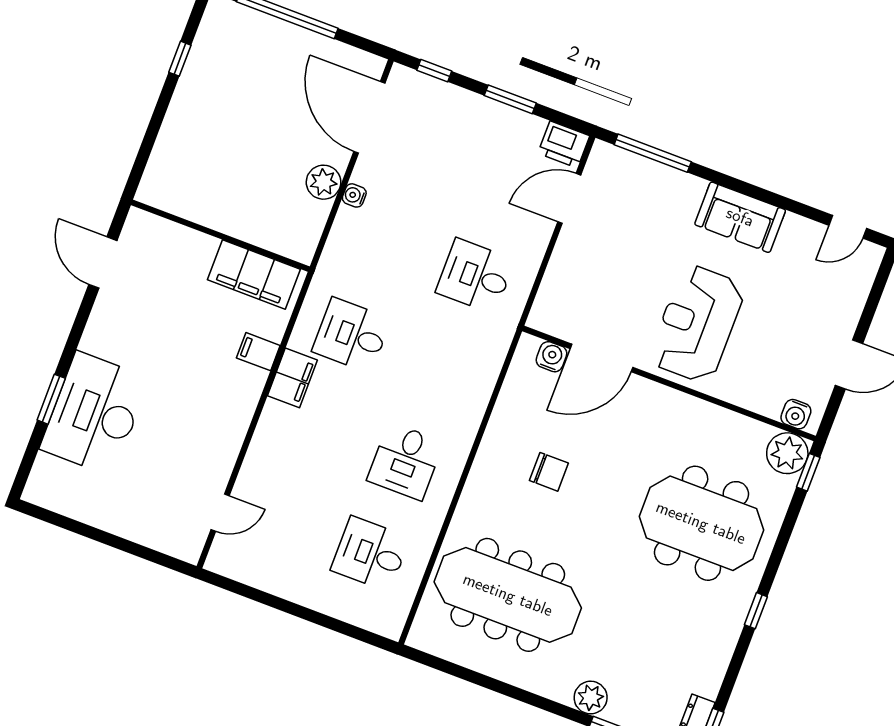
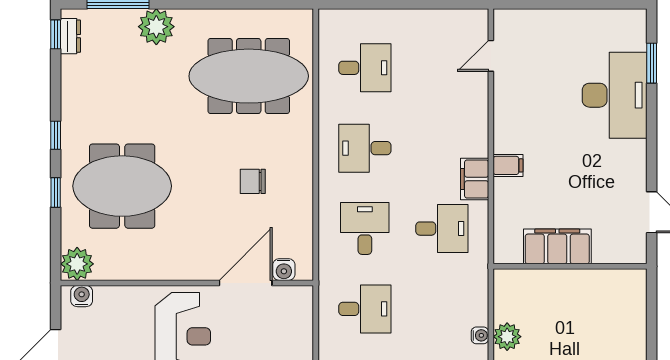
filing cabinet: (254, 275) -> (557, 246), moved
filing cabinet: (258, 352) -> (508, 165), moved
desk: (440, 369) -> (365, 229), added
window: (51, 399) -> (652, 63), moved
desk: (405, 461) -> (365, 148), turned -90
window: (808, 472) -> (56, 192), moved
plant: (591, 698) -> (156, 27), width x1.36, depth x1.36

